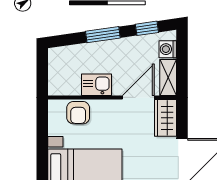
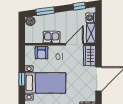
window: (103, 35) -> (45, 11), moved
boiler: (58, 55) -> (30, 21), added
window: (42, 161) -> (22, 79), added

